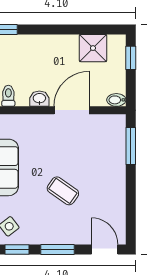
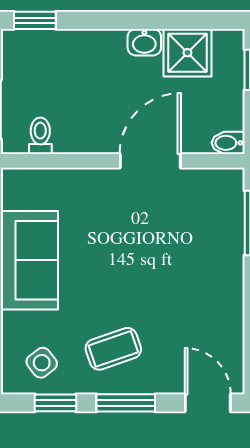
washbasin: (39, 99) -> (144, 42), moved, turned 180
coffee table: (63, 191) -> (113, 349), moved, turned -54

